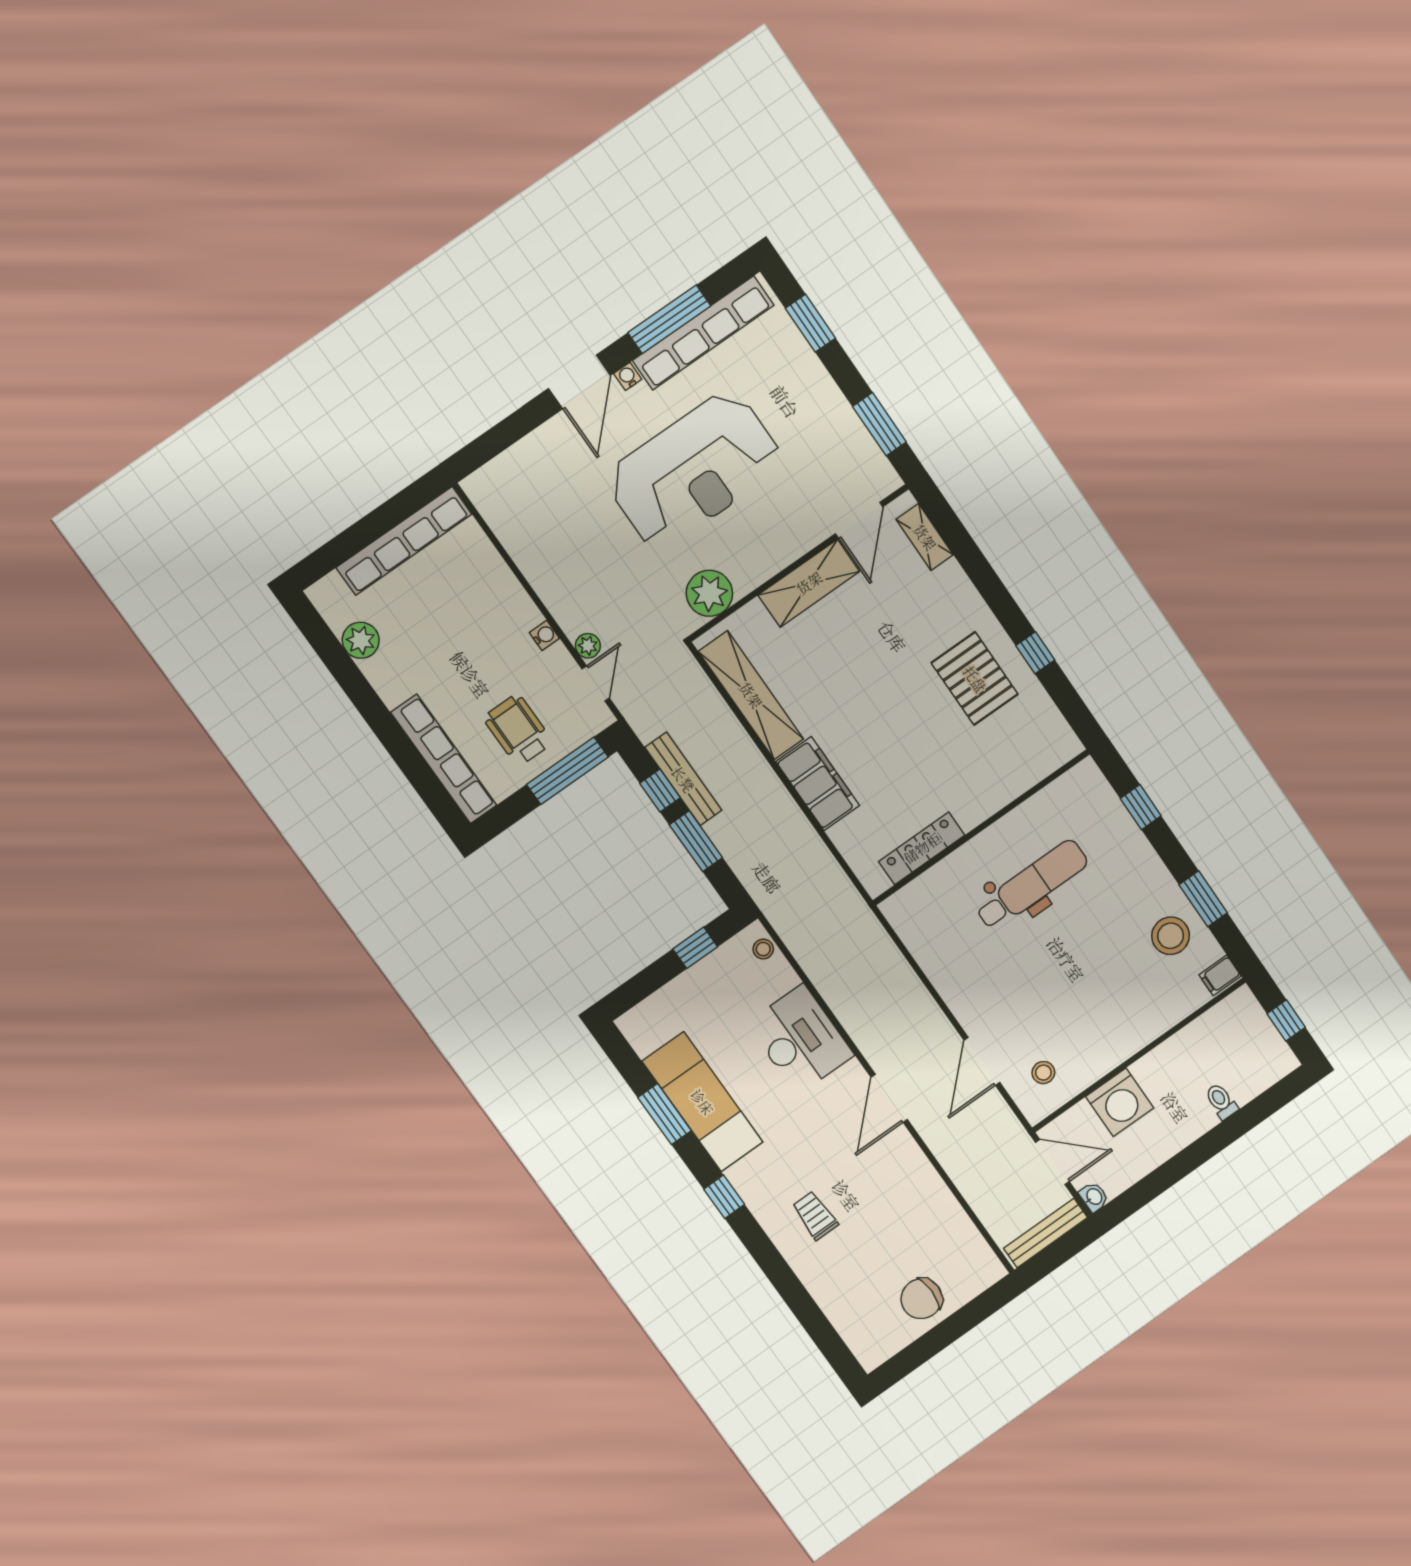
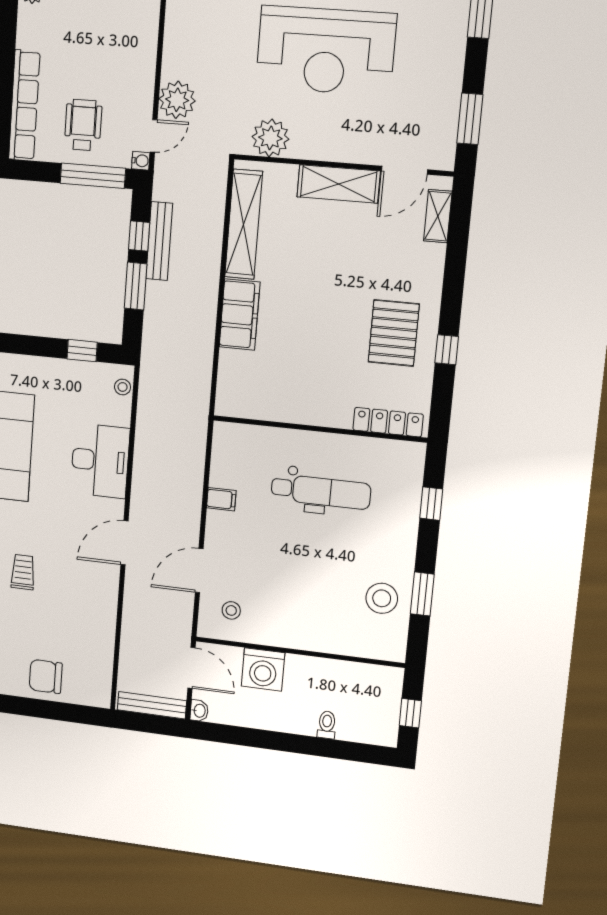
water cooler: (544, 635) -> (141, 161), moved
plant: (588, 646) -> (177, 100), width x1.88, depth x1.88
locker: (922, 848) -> (388, 422), moved
filing cabinet: (1220, 975) -> (221, 499), moved, turned 180

